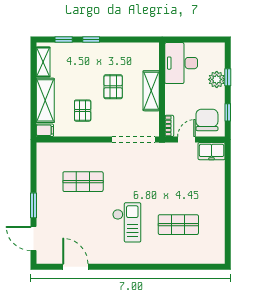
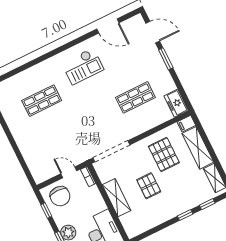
pallet: (83, 111) -> (164, 154), width x1.50, depth x1.42
door: (186, 140) -> (69, 172), swing flipped
freezer: (212, 151) -> (176, 103), moved, turned -90
checkout: (127, 222) -> (83, 66), moved, turned -90

